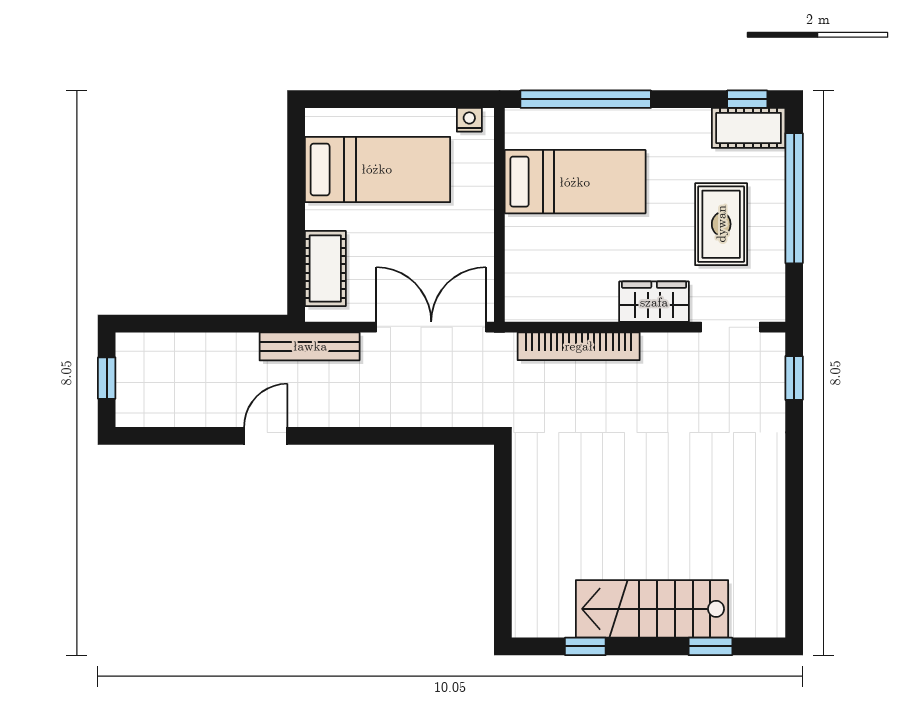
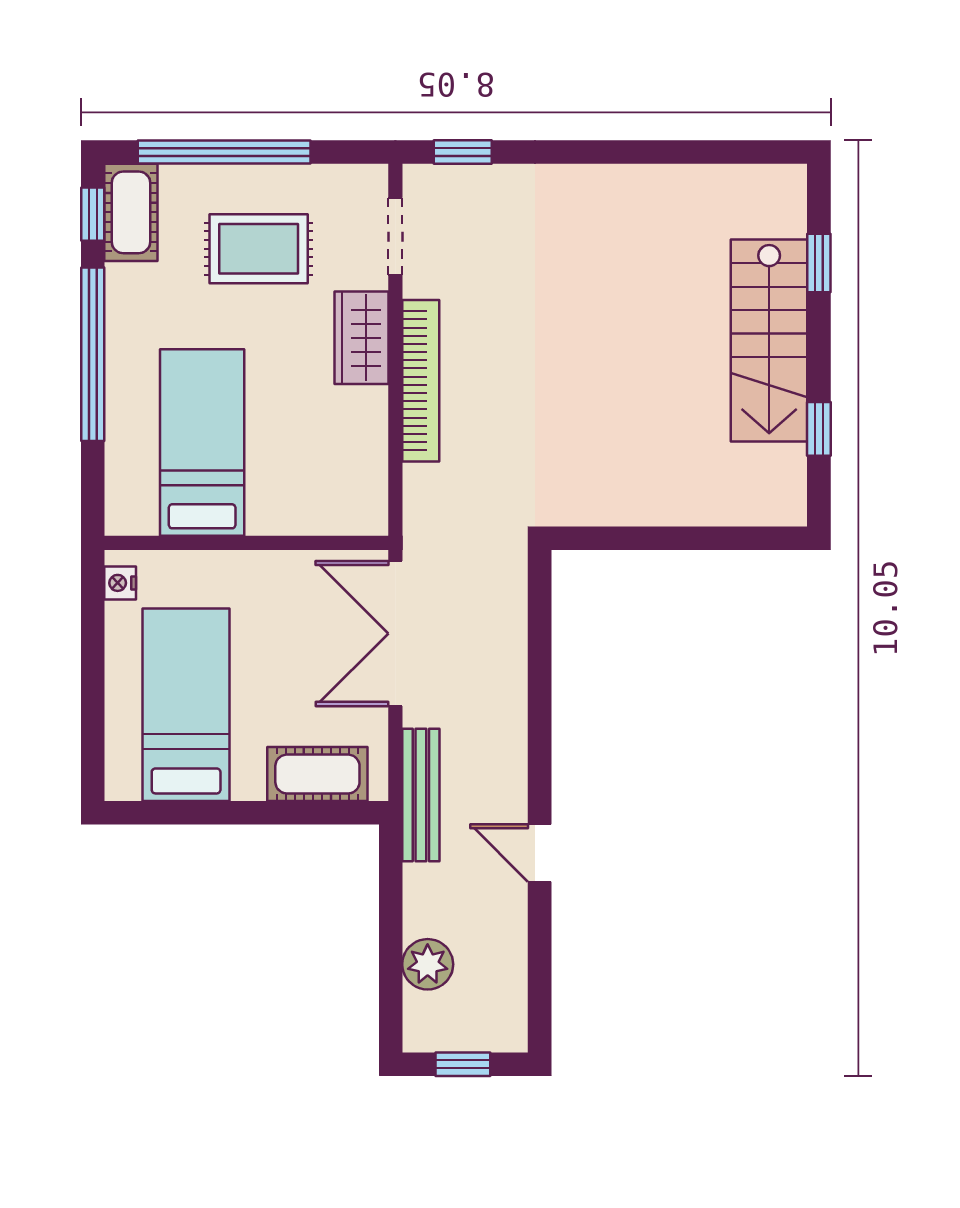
window: (586, 99) -> (93, 354), moved
bookcase: (579, 346) -> (421, 381), moved
plant: (182, 352) -> (428, 964), added

